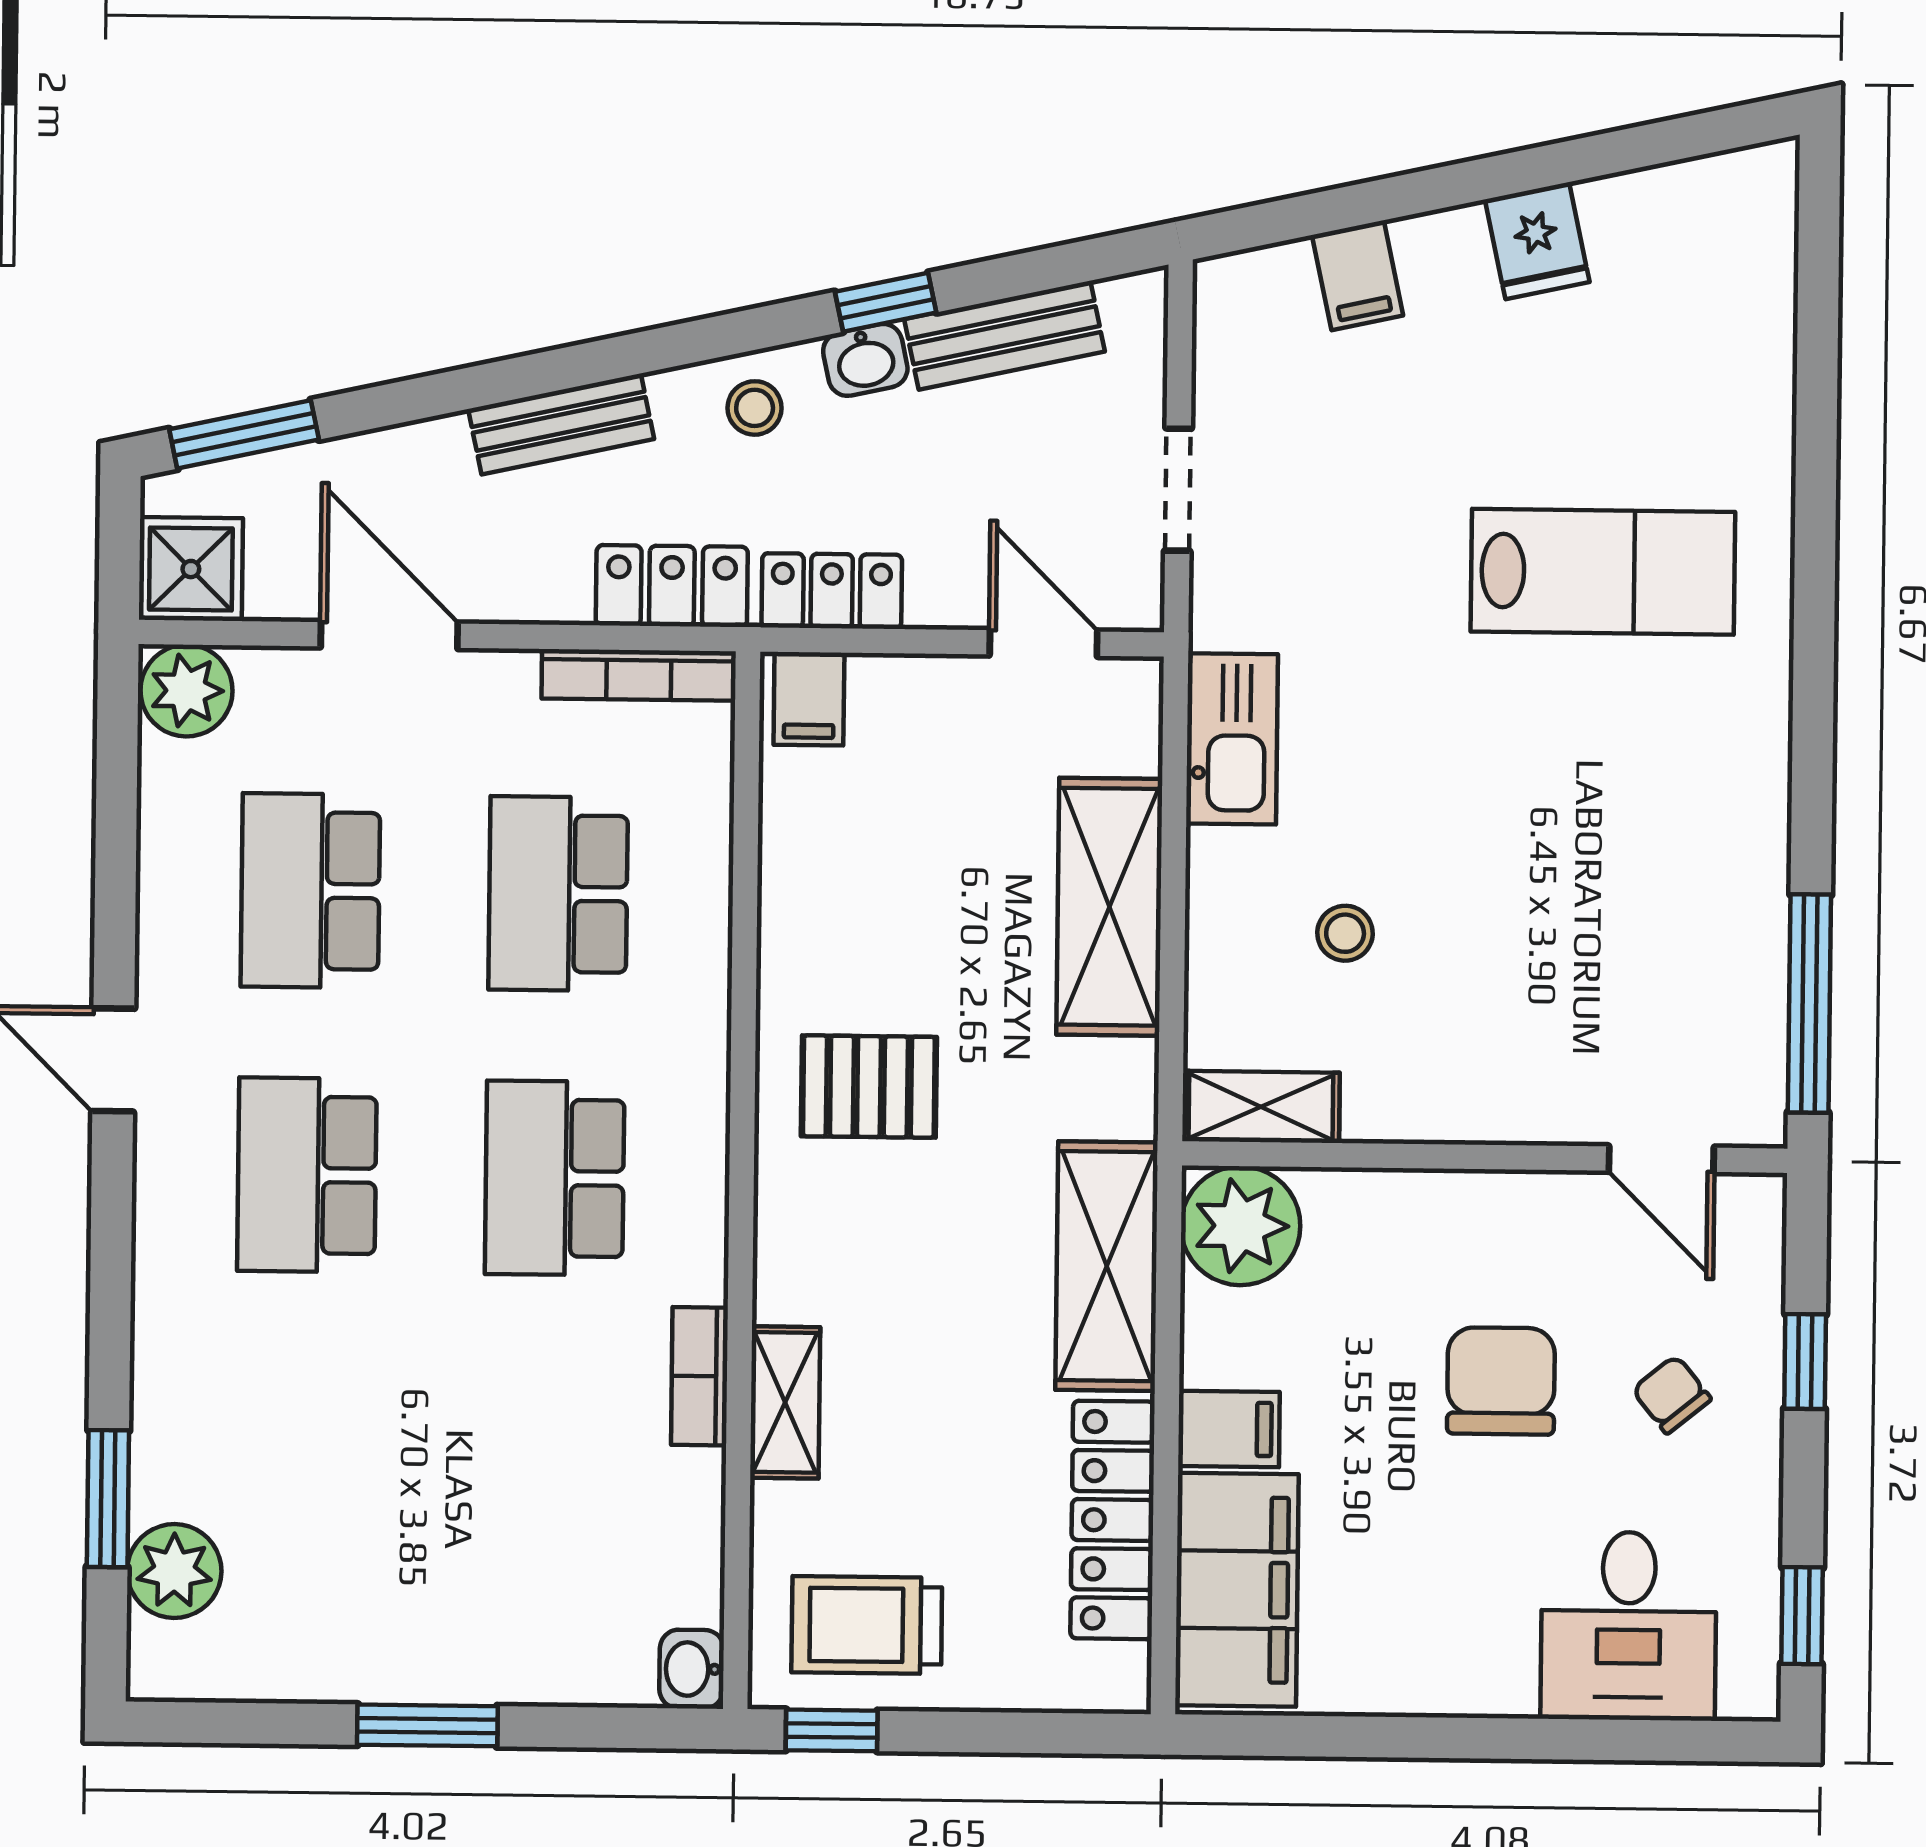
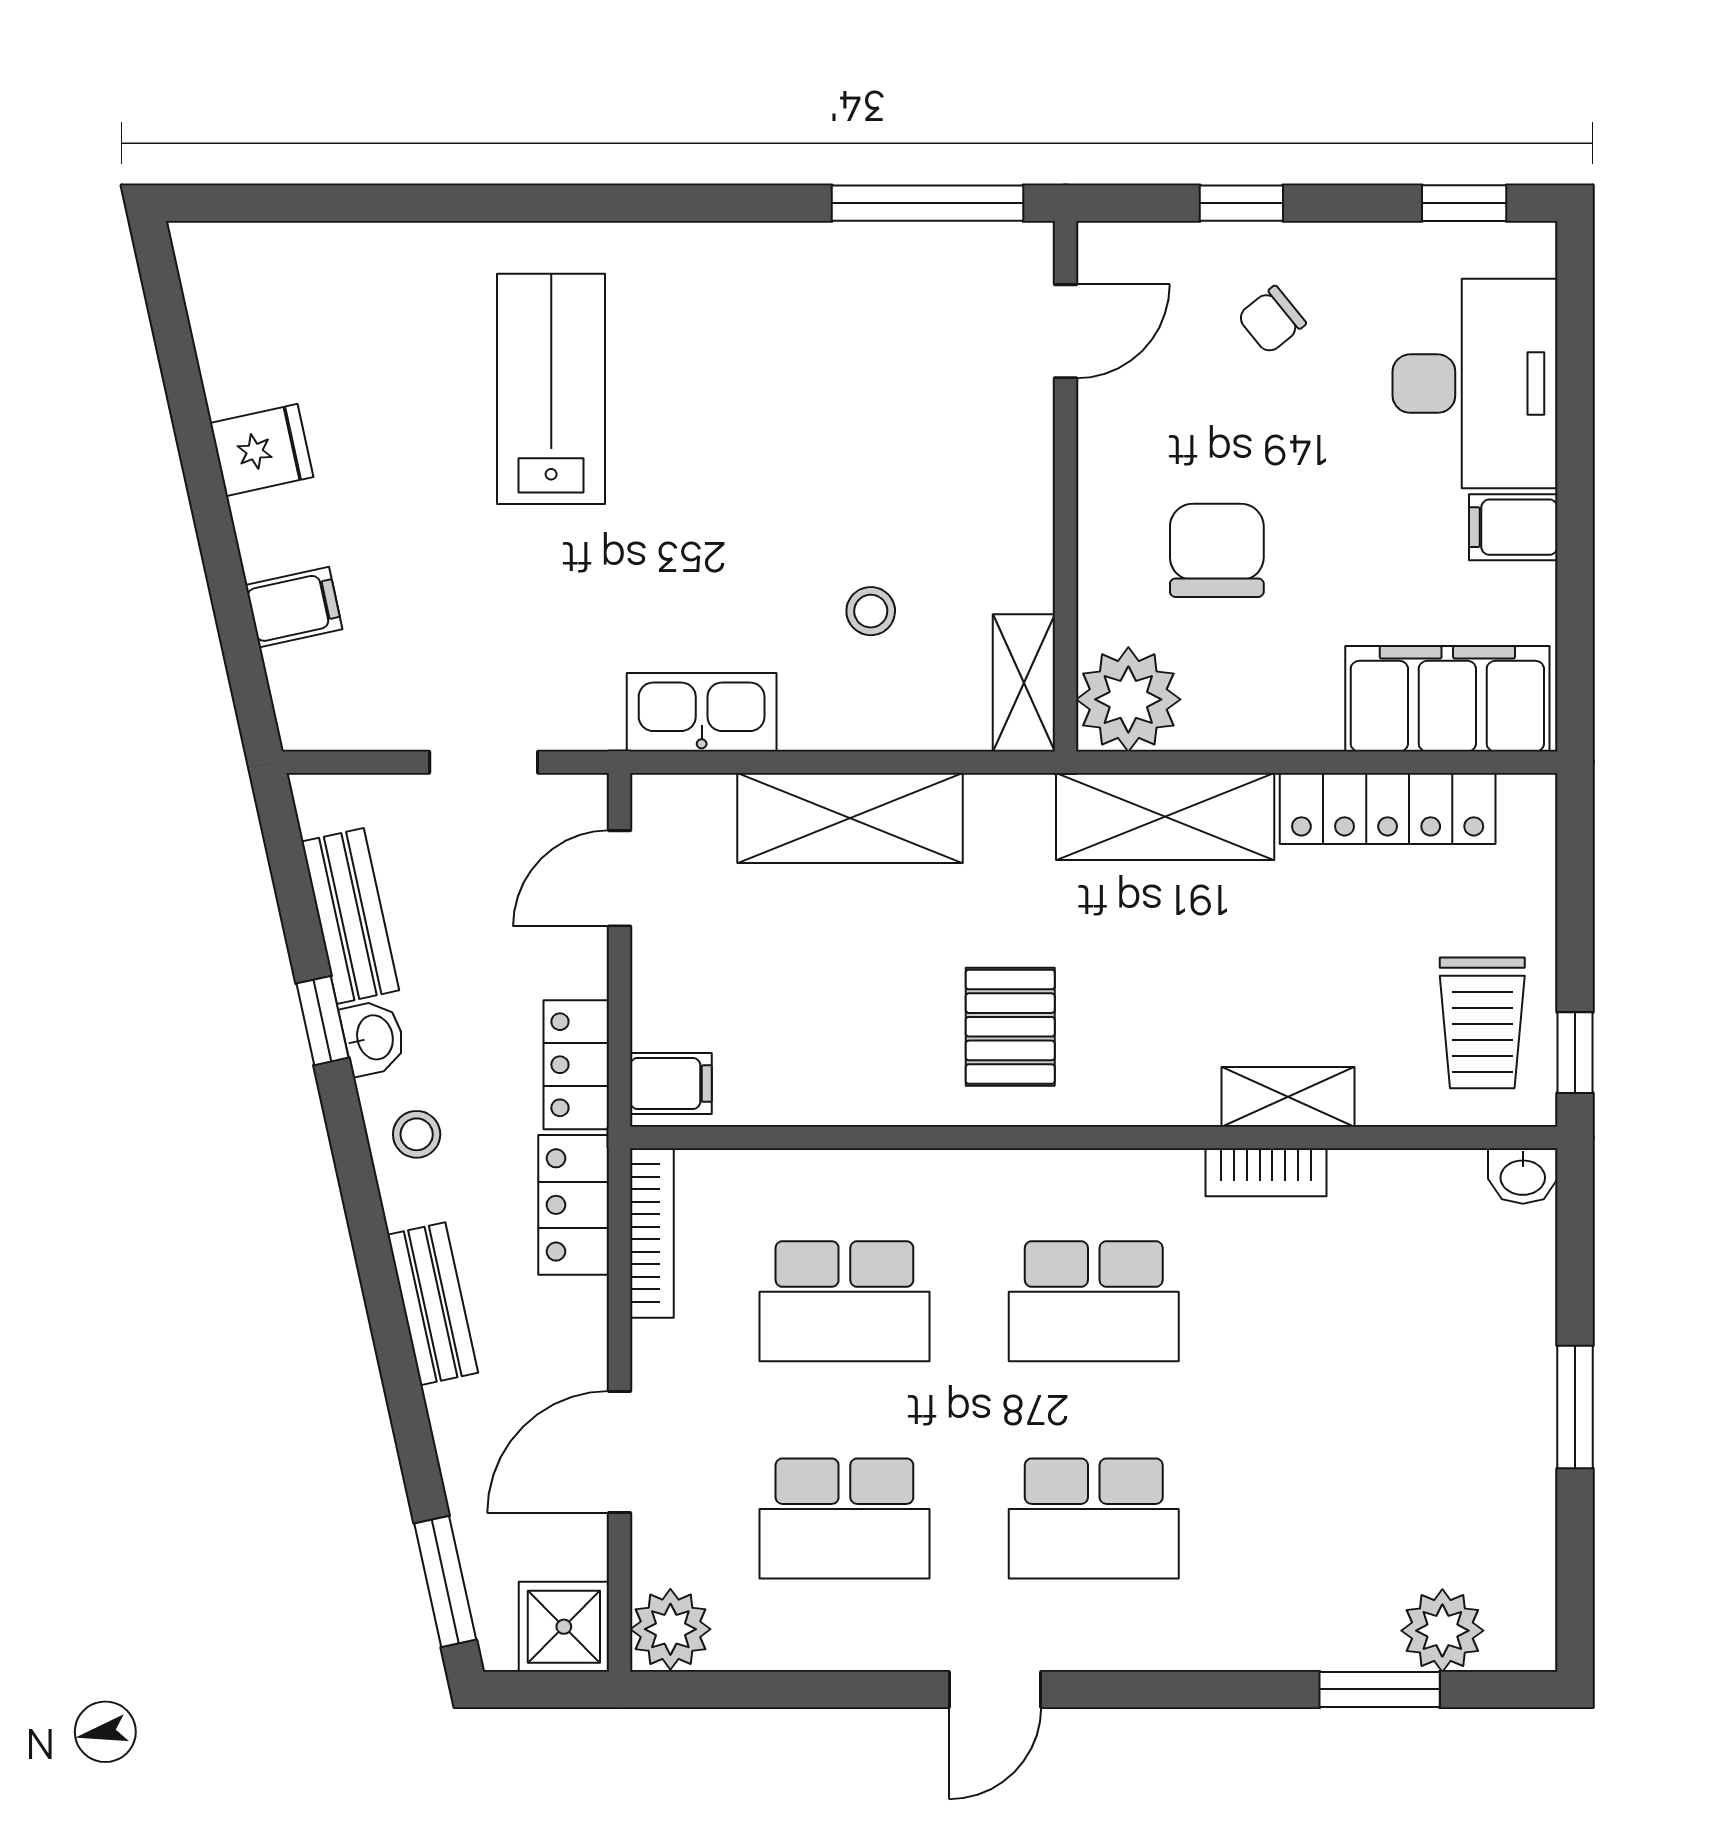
chair: (1501, 1381) -> (1217, 550), moved, turned 90
filing cabinet: (1229, 1429) -> (1513, 527), moved, turned -90
desk: (1629, 1626) -> (1475, 384), width x1.37

